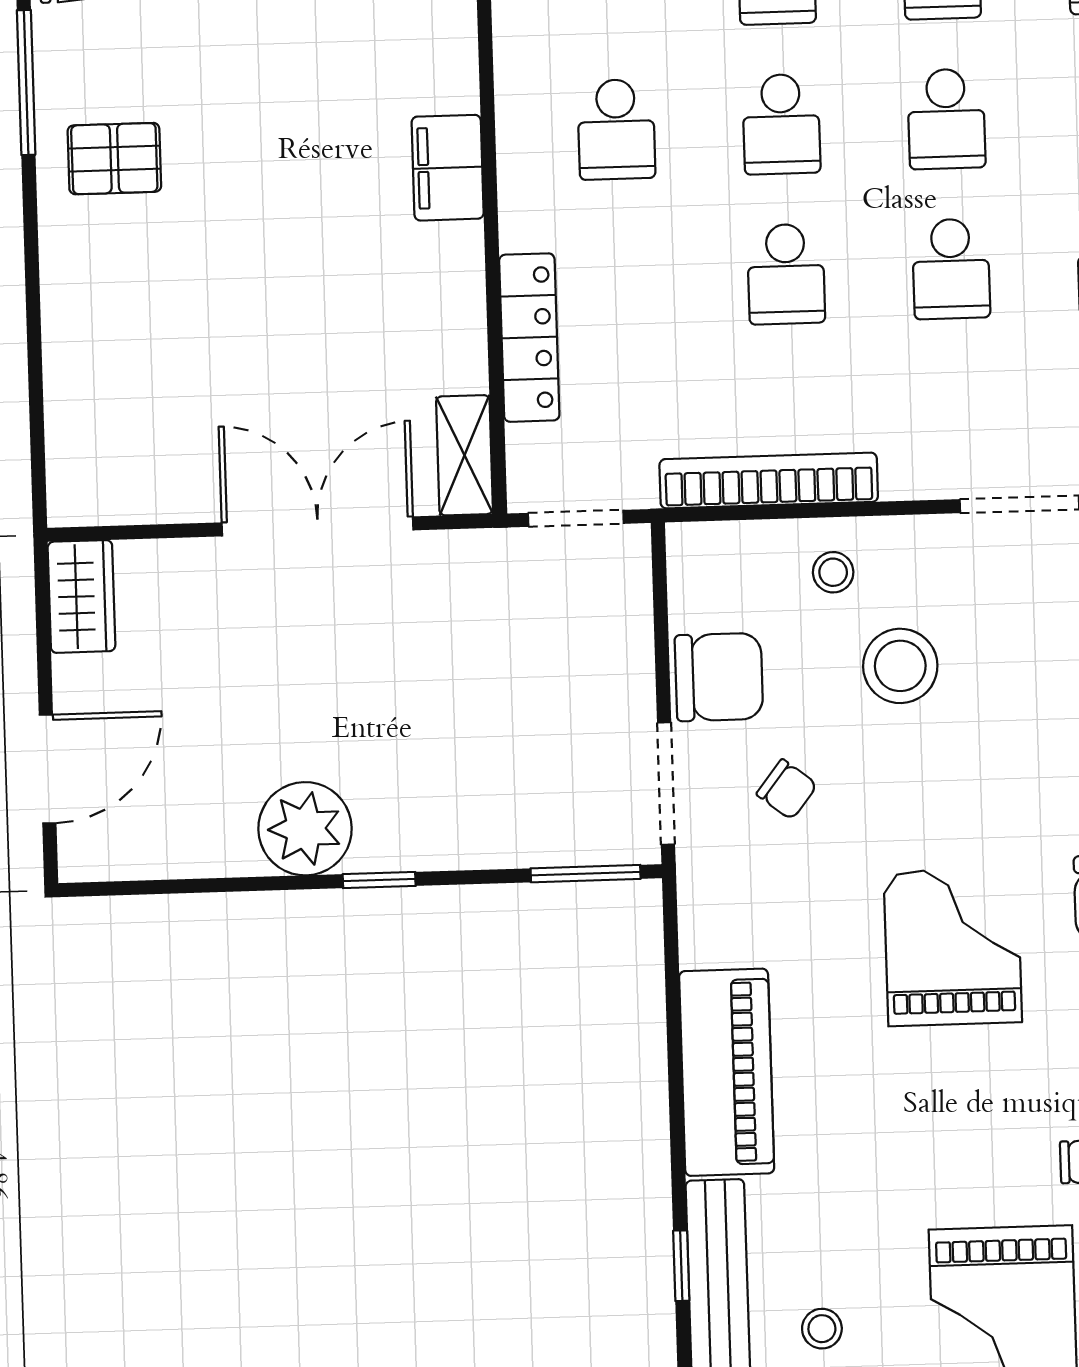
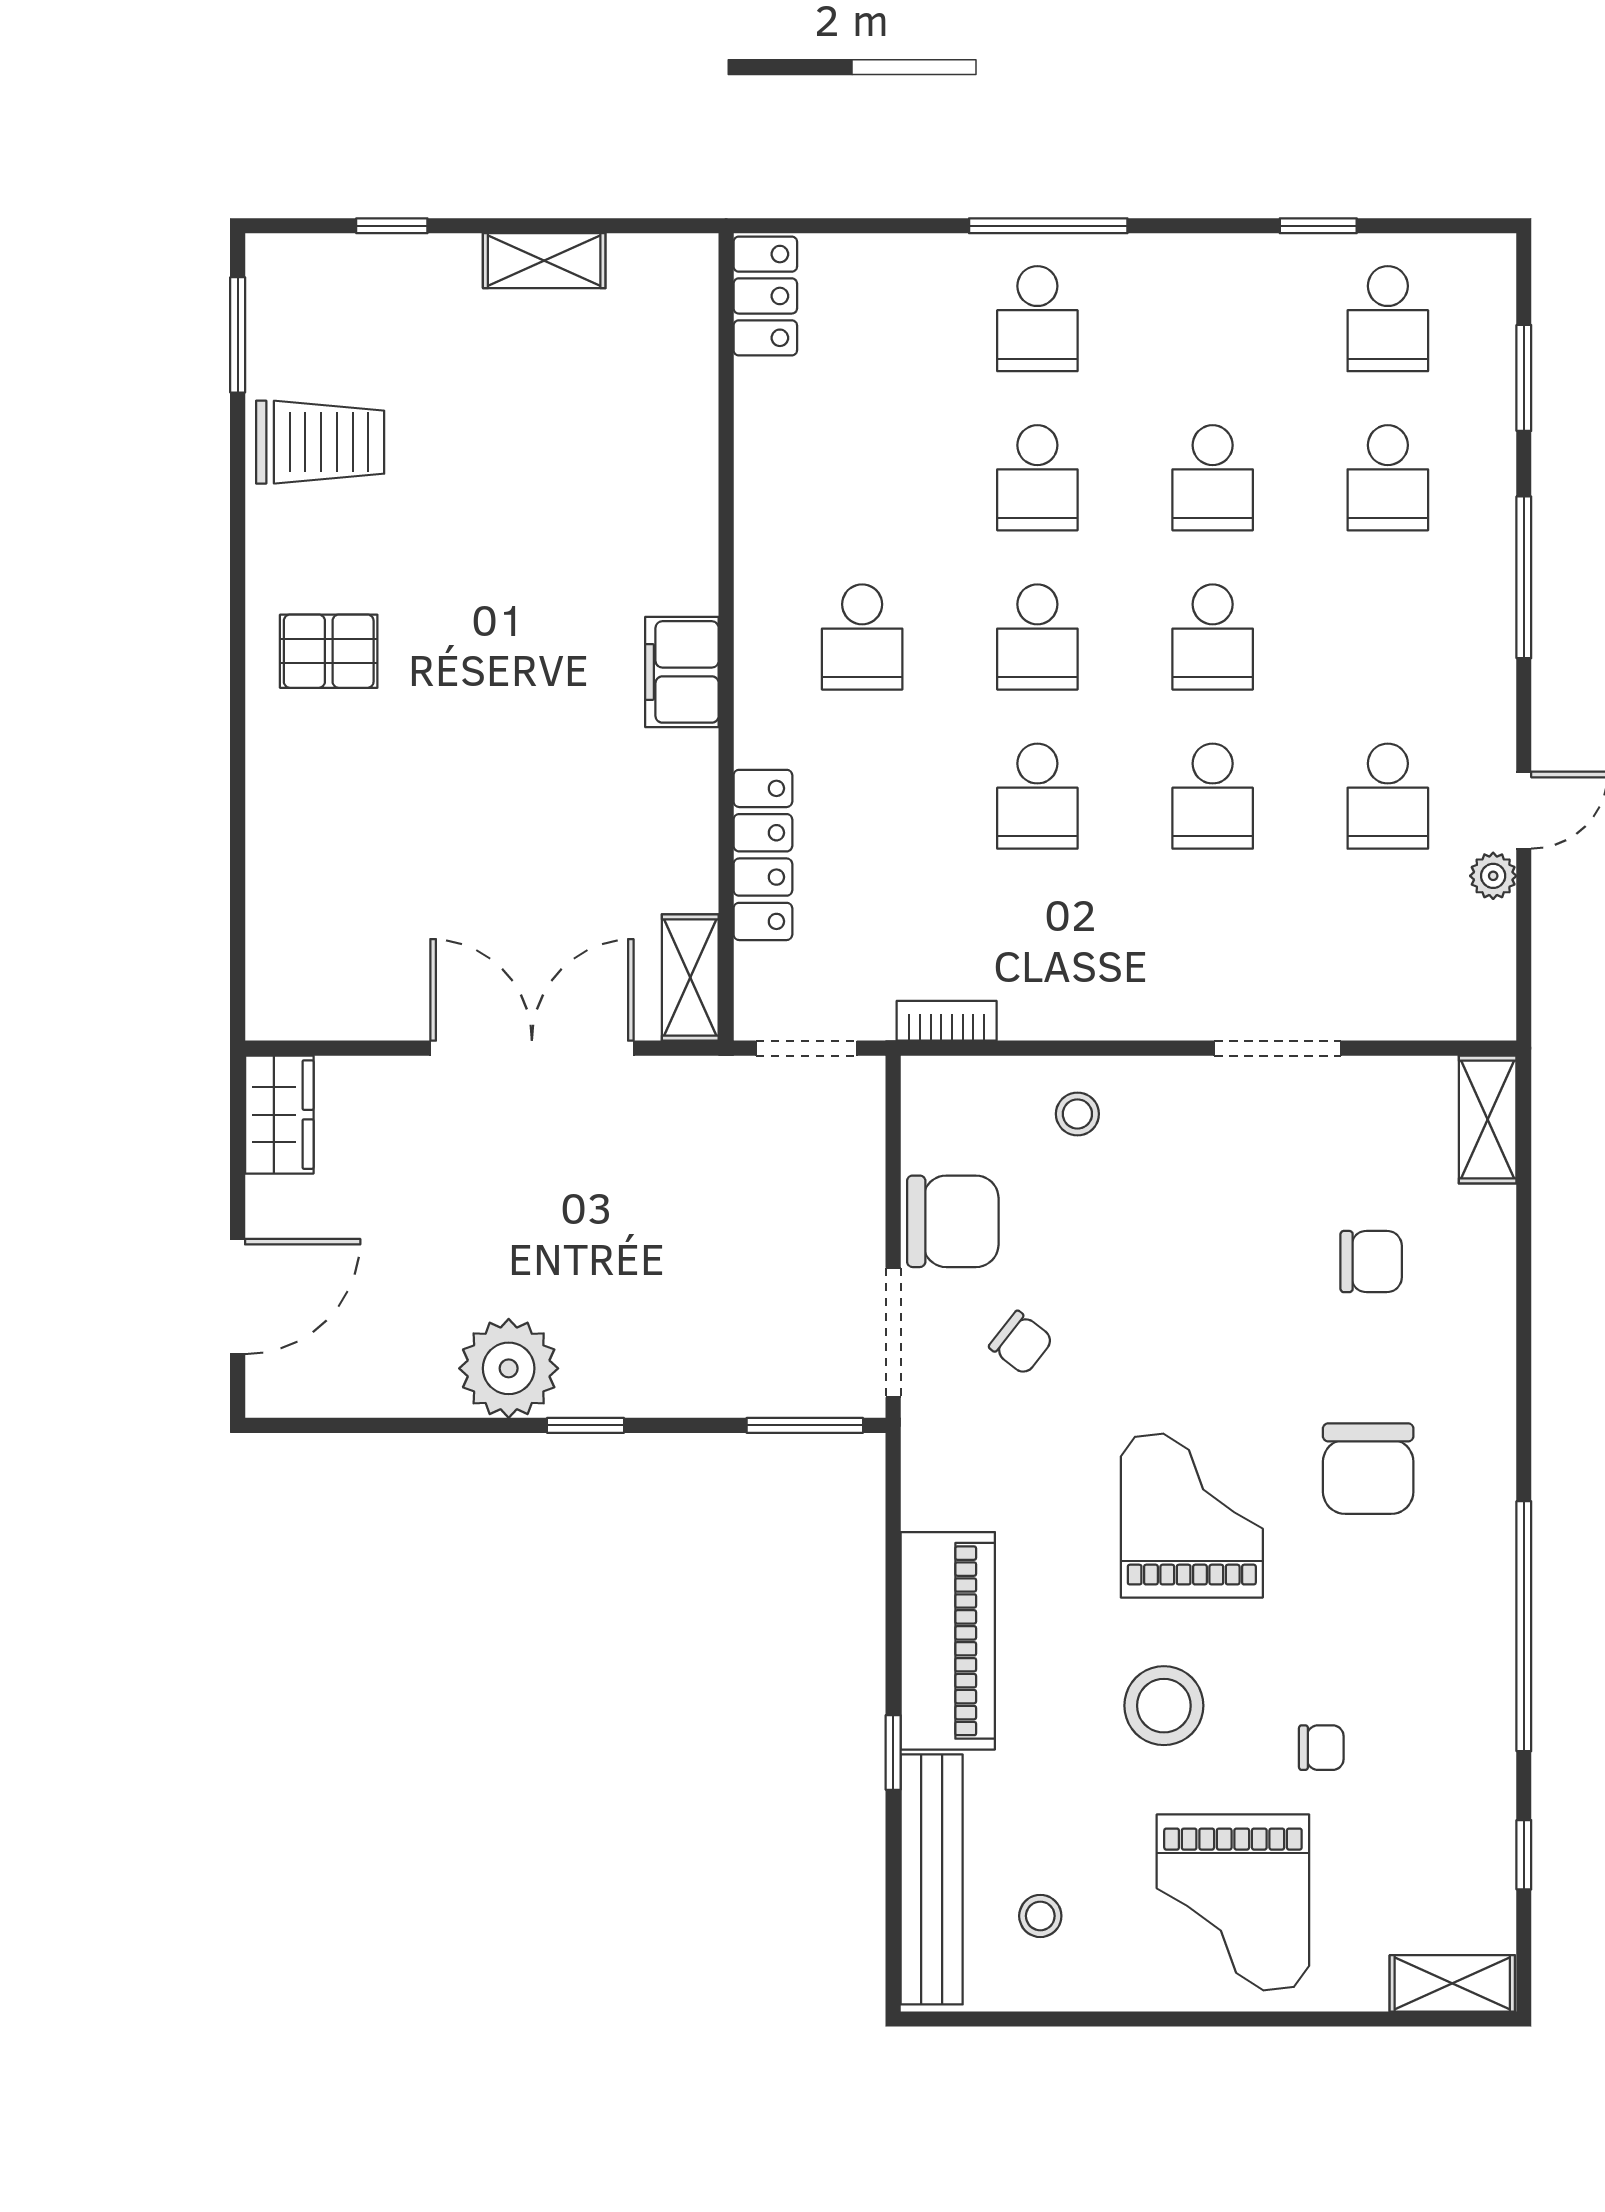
window: (26, 82) -> (238, 568), removed
bookcase: (769, 481) -> (947, 1021), width x0.43, depth x0.76
stool: (900, 666) -> (1164, 1706), moved
window: (681, 1266) -> (893, 1752), moved

